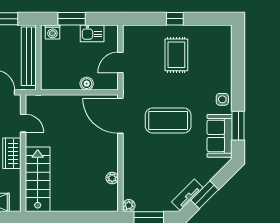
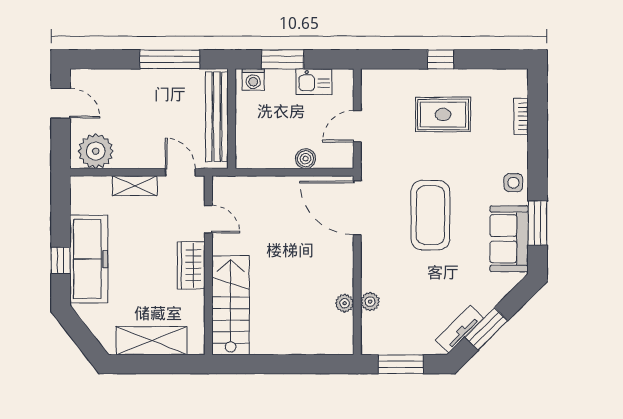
rug: (176, 55) -> (443, 115), turned 90
bookcase: (227, 56) -> (521, 116), added
coffee table: (168, 120) -> (430, 215), turned 90
plant: (129, 206) -> (370, 302), moved

